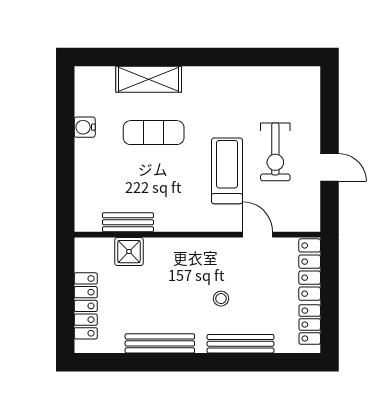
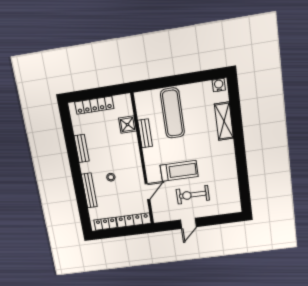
water cooler: (85, 127) -> (219, 85), moved
exercise mat: (154, 133) -> (172, 113), moved, width x1.36, depth x1.45
bench: (128, 222) -> (145, 133), moved
bench: (160, 343) -> (82, 148), width x0.73

